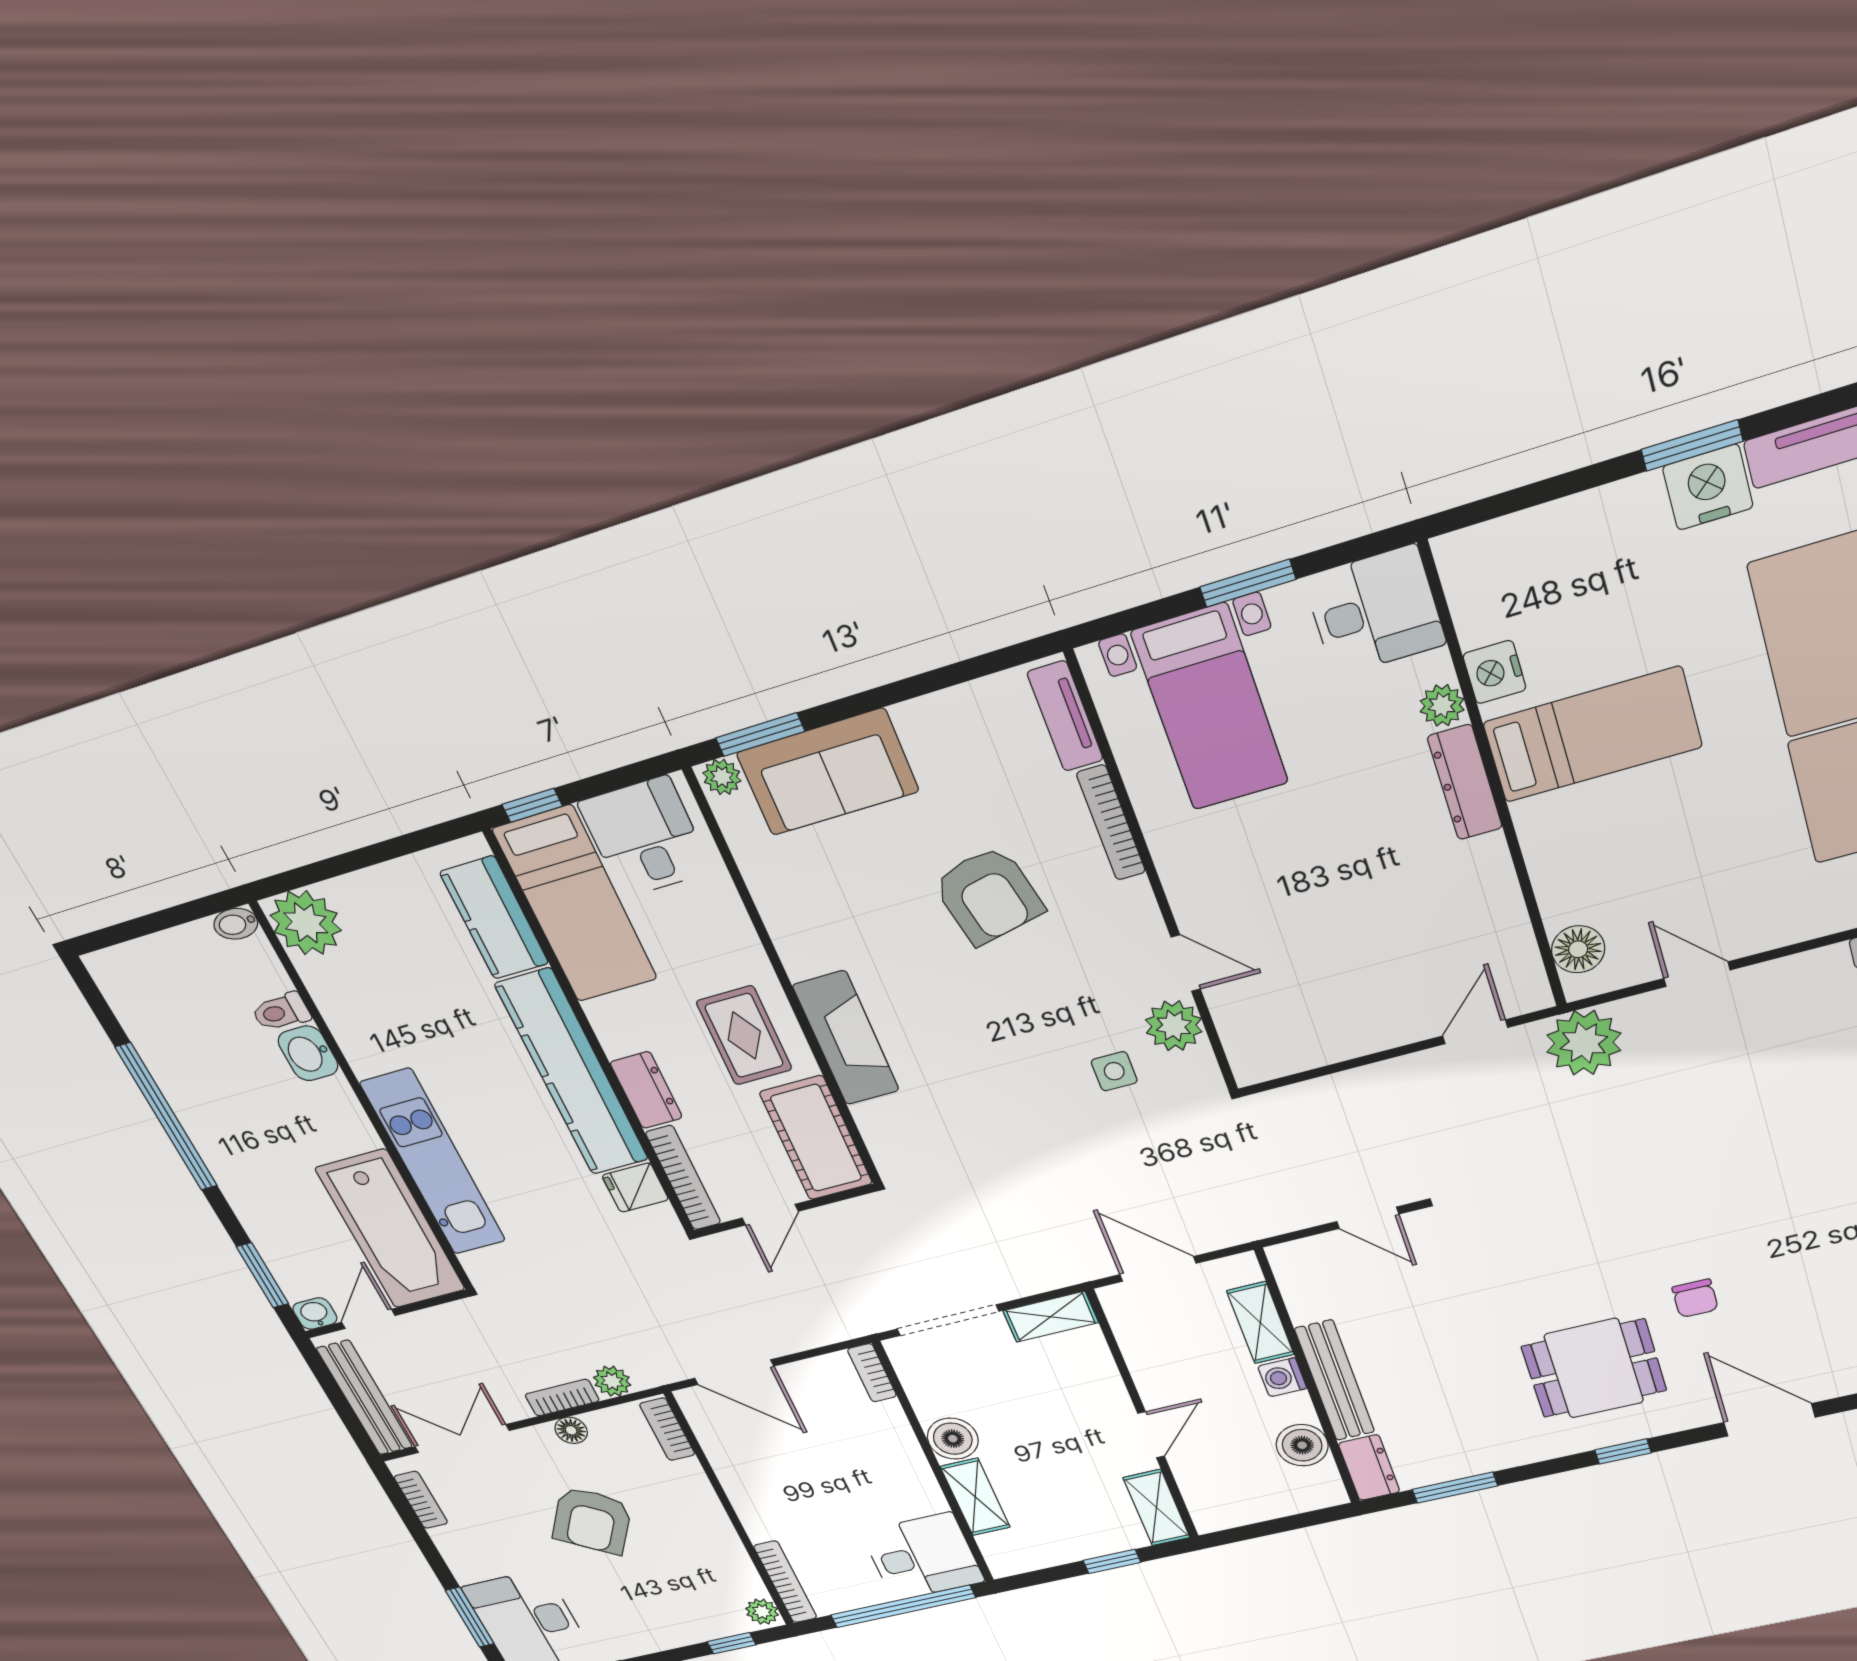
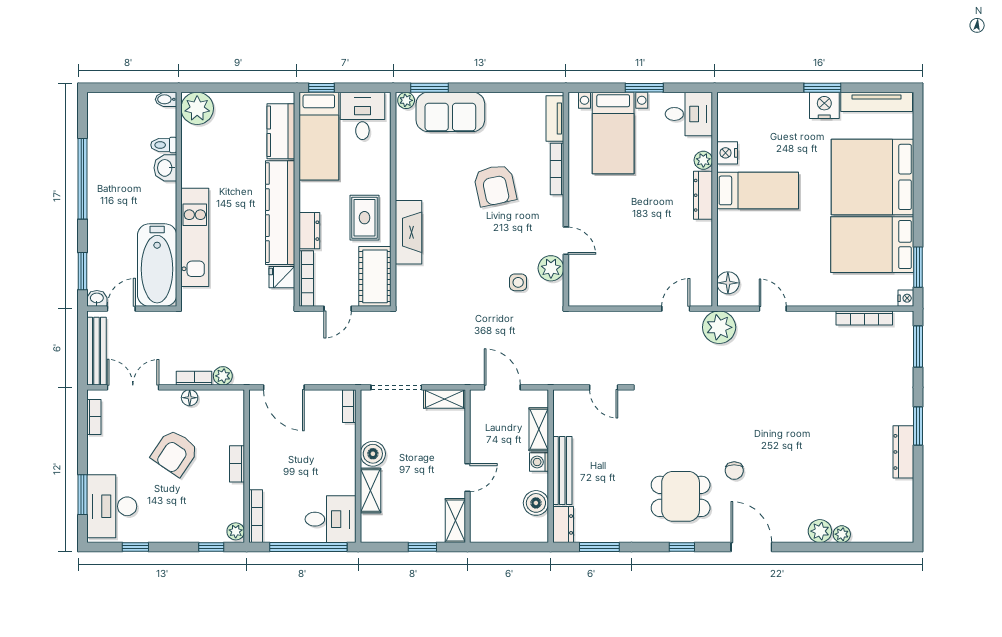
bookcase: (667, 1429) -> (237, 464), moved

